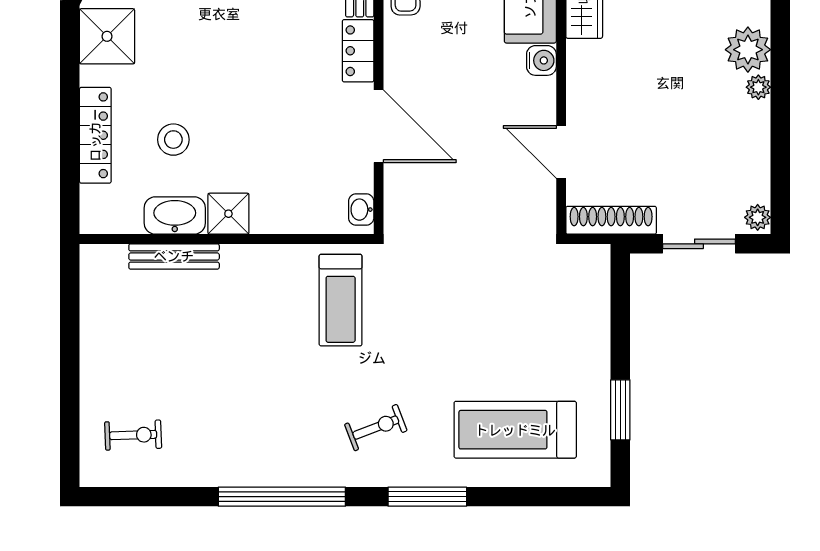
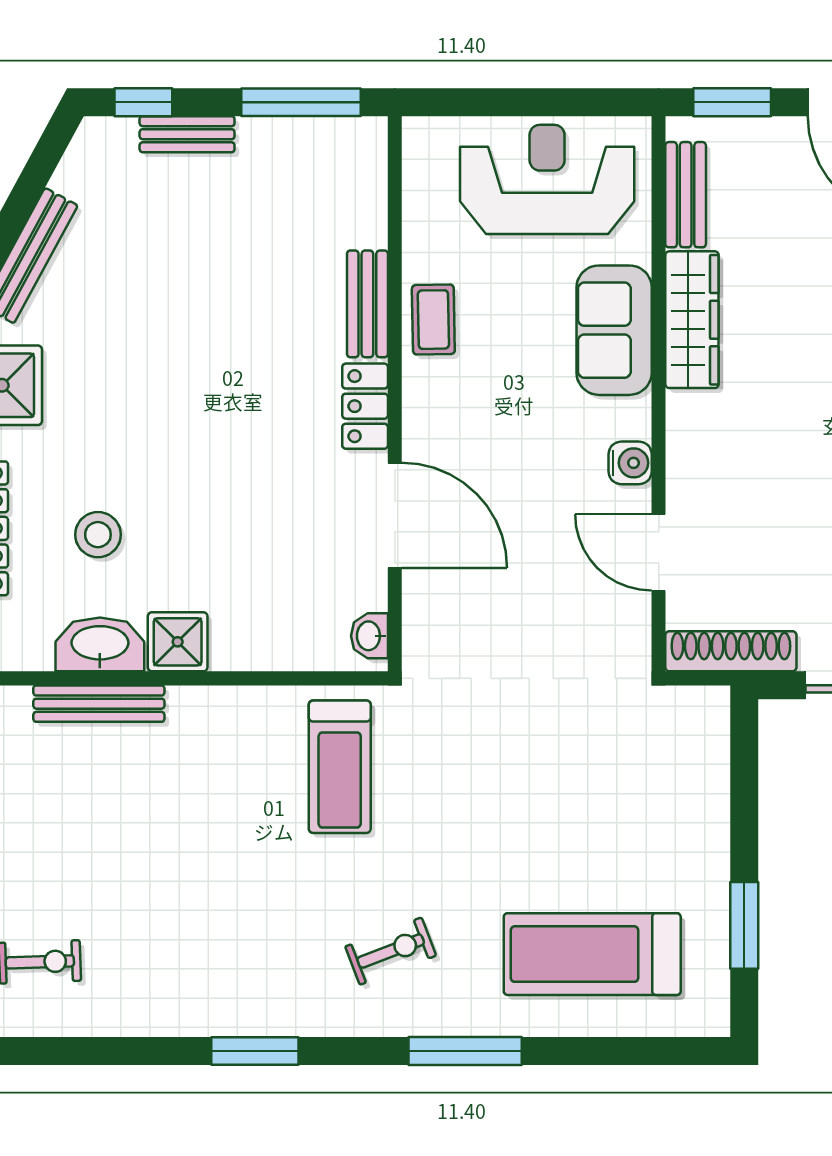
water cooler: (541, 60) -> (630, 463), moved
window: (282, 497) -> (255, 1051), width x0.47

